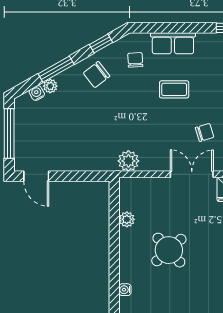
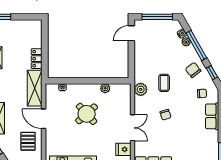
window: (56, 69) -> (196, 45), width x1.44
coffee table: (174, 89) -> (164, 83), moved
chair: (205, 132) -> (165, 115), moved

